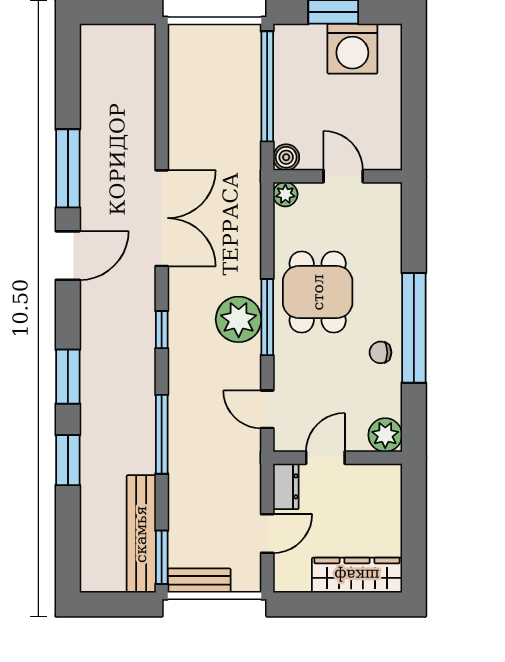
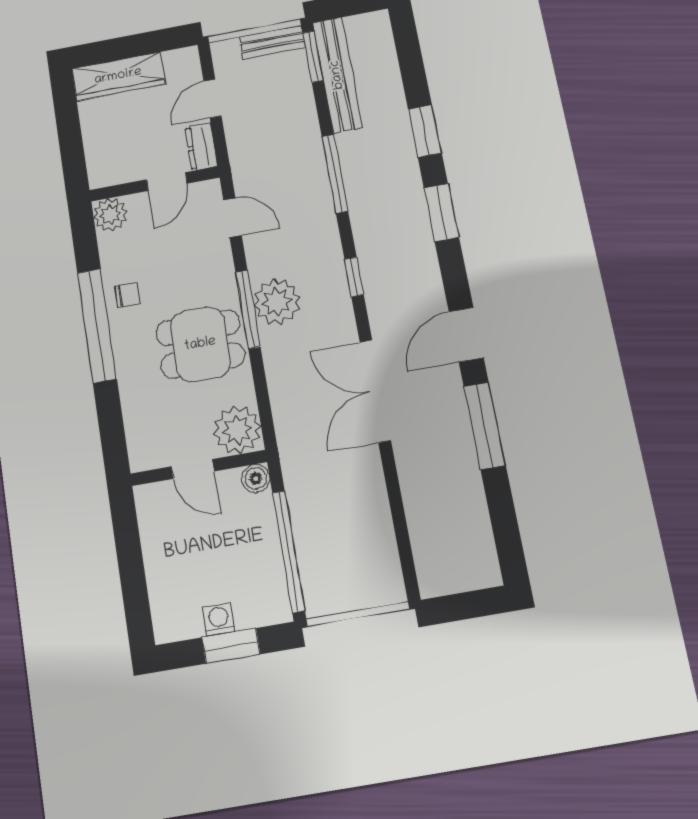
washing machine: (352, 49) -> (219, 619), width x0.53, depth x0.53
plant: (285, 194) -> (237, 430), width x1.87, depth x1.87
dining table: (318, 292) -> (200, 344), turned 90

